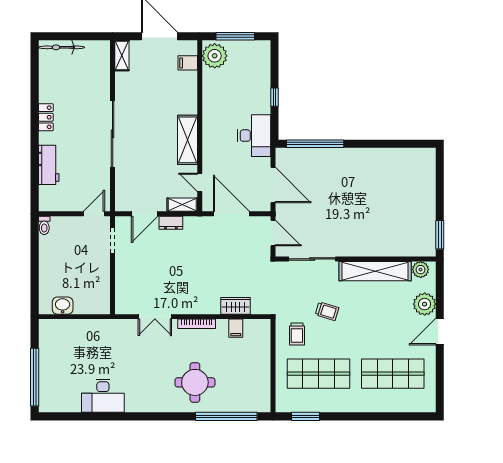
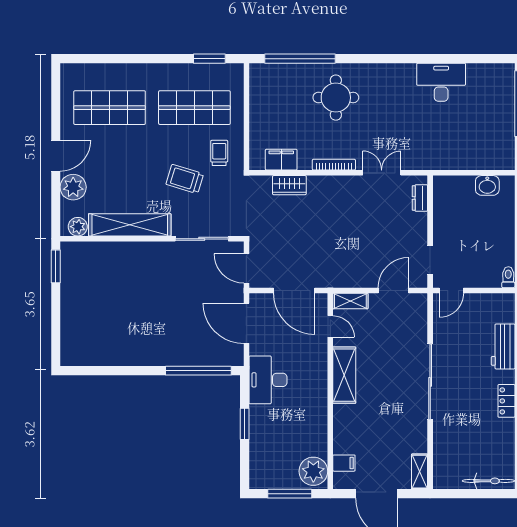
window: (275, 97) -> (245, 424), width x1.50
dresser: (171, 223) -> (420, 198), moved, turned -90
trolley: (327, 311) -> (185, 179), width x1.36, depth x1.39
filing cabinet: (236, 328) -> (281, 160), width x2.00

